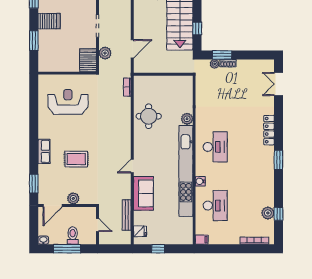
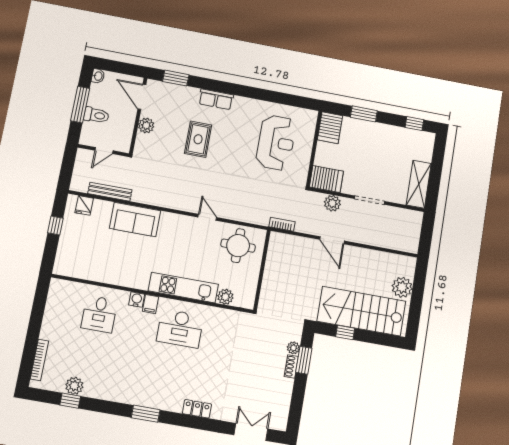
server rack: (49, 21) -> (330, 128), moved
wall: (163, 74) -> (262, 270), moved
locker: (269, 130) -> (197, 409), width x0.66
door: (132, 166) -> (207, 217), moved
kitchen unit: (186, 171) -> (183, 288), width x0.54
desk: (215, 206) -> (99, 314), width x0.73
filing cabinet: (202, 240) -> (151, 304), moved

